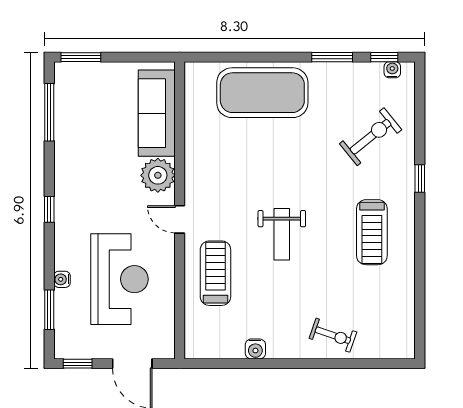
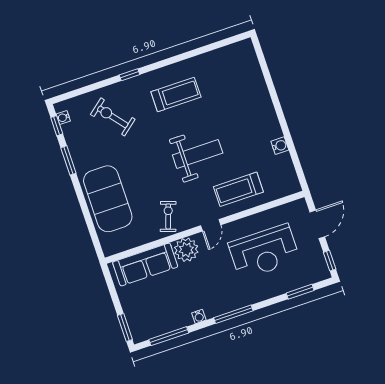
window: (49, 209) -> (233, 314), width x2.17
weight bench: (282, 234) -> (198, 154), width x1.36, depth x1.33
water cooler: (62, 279) -> (199, 316), moved
reception desk: (120, 279) -> (264, 252), turned 180
exercise bike: (333, 335) -> (168, 216), moved

